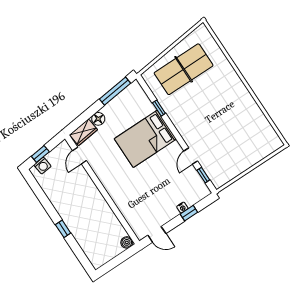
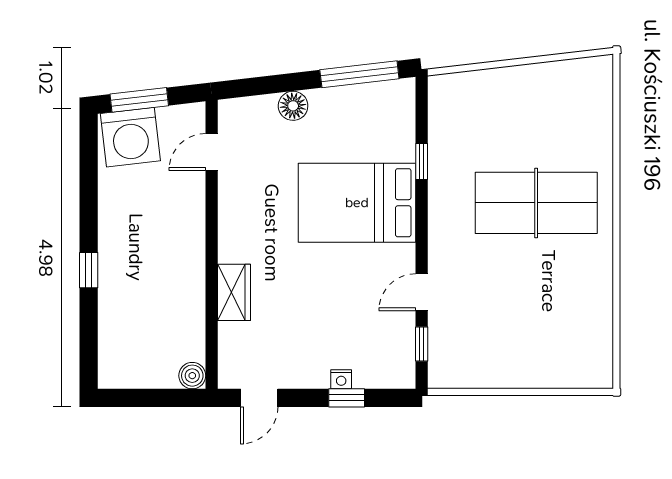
table tennis table: (184, 69) -> (536, 203), moved
wardrobe: (83, 132) -> (234, 292), moved, turned -83
window: (40, 154) -> (139, 100), width x1.50
washing machine: (43, 166) -> (130, 137), width x1.89, depth x1.89
door: (157, 234) -> (259, 398), hinge flipped

